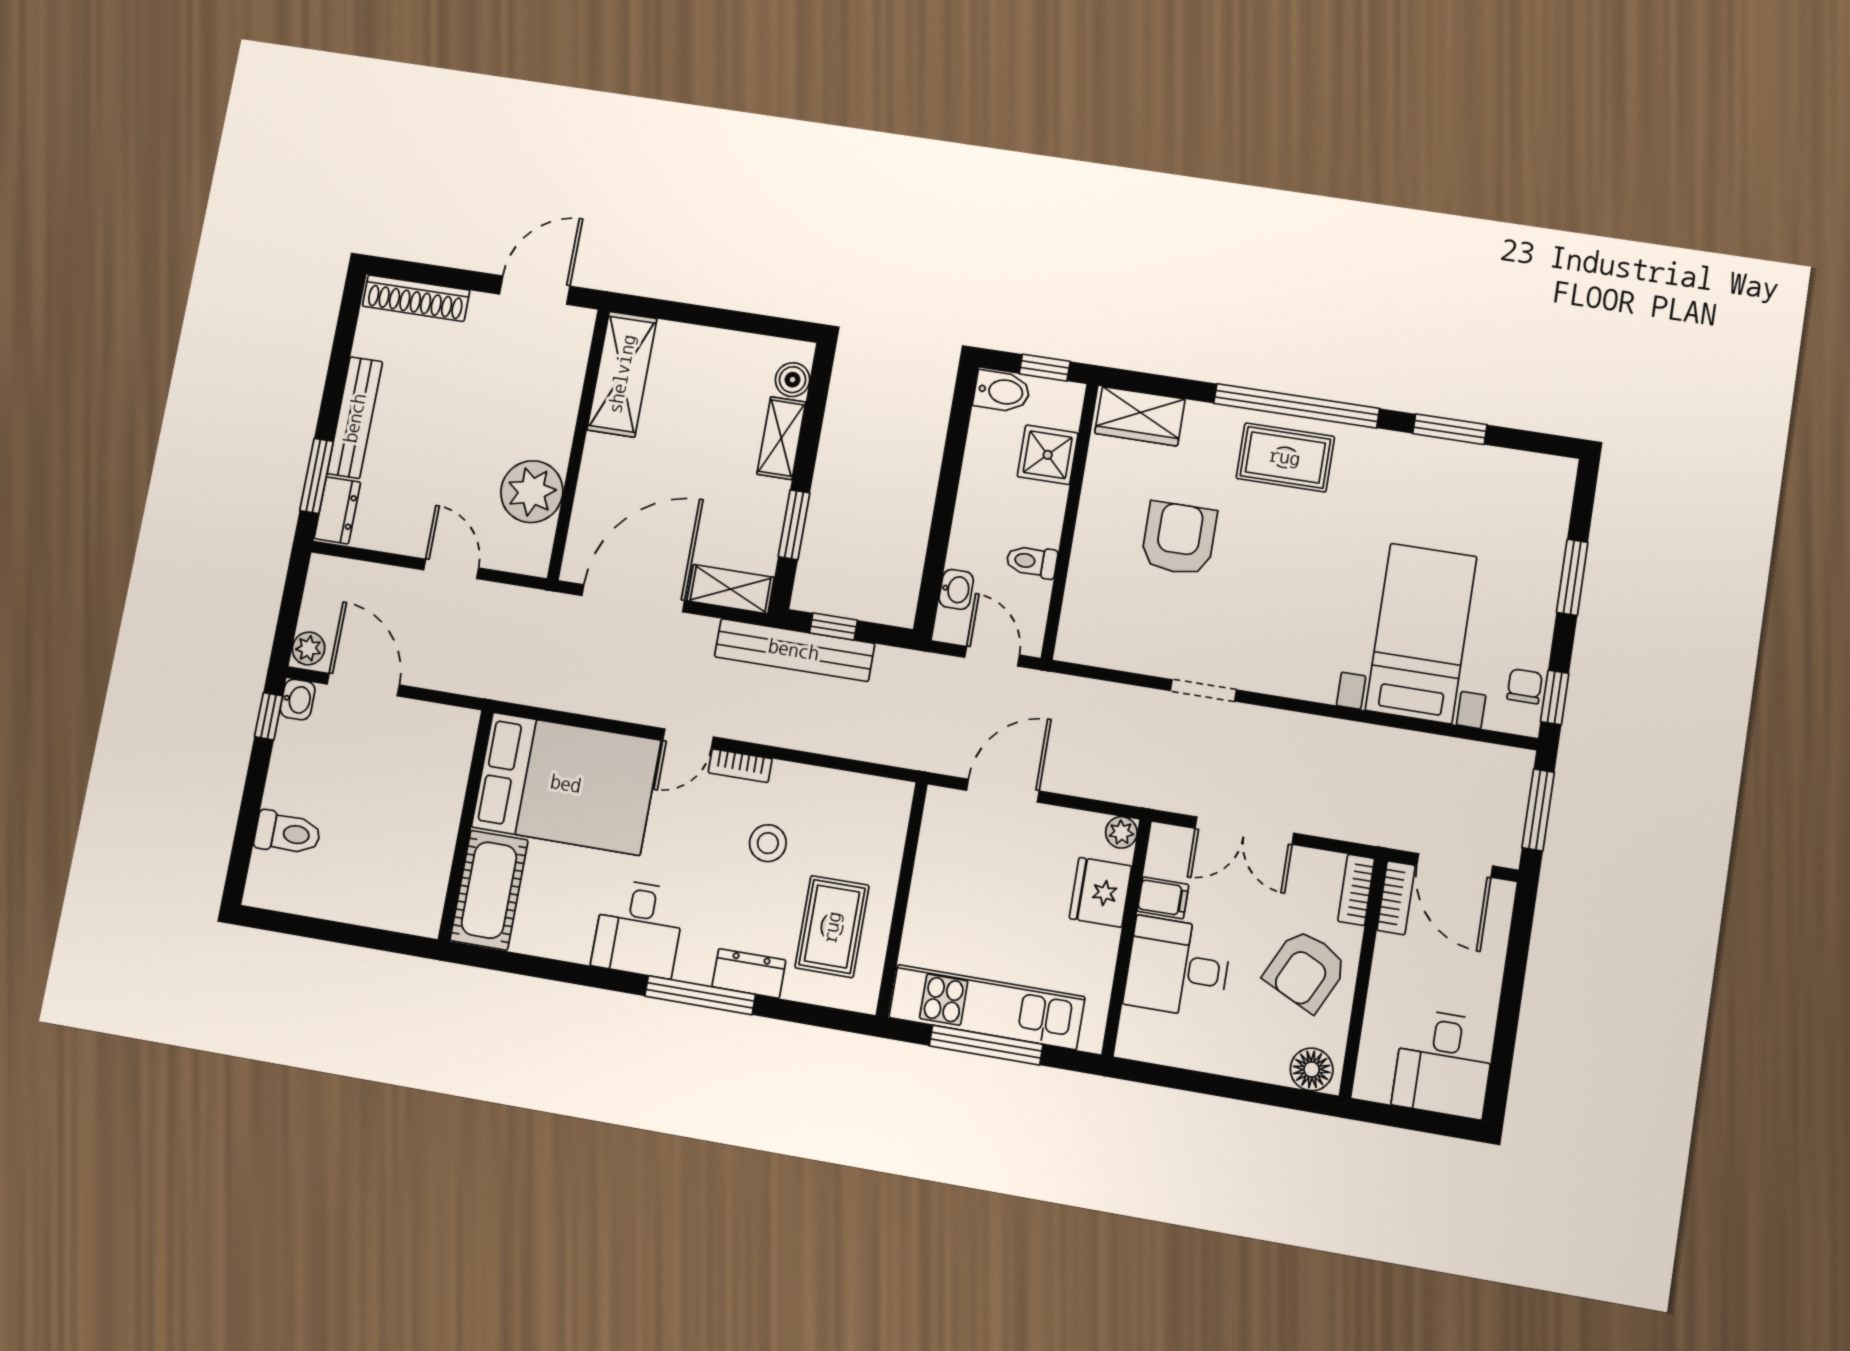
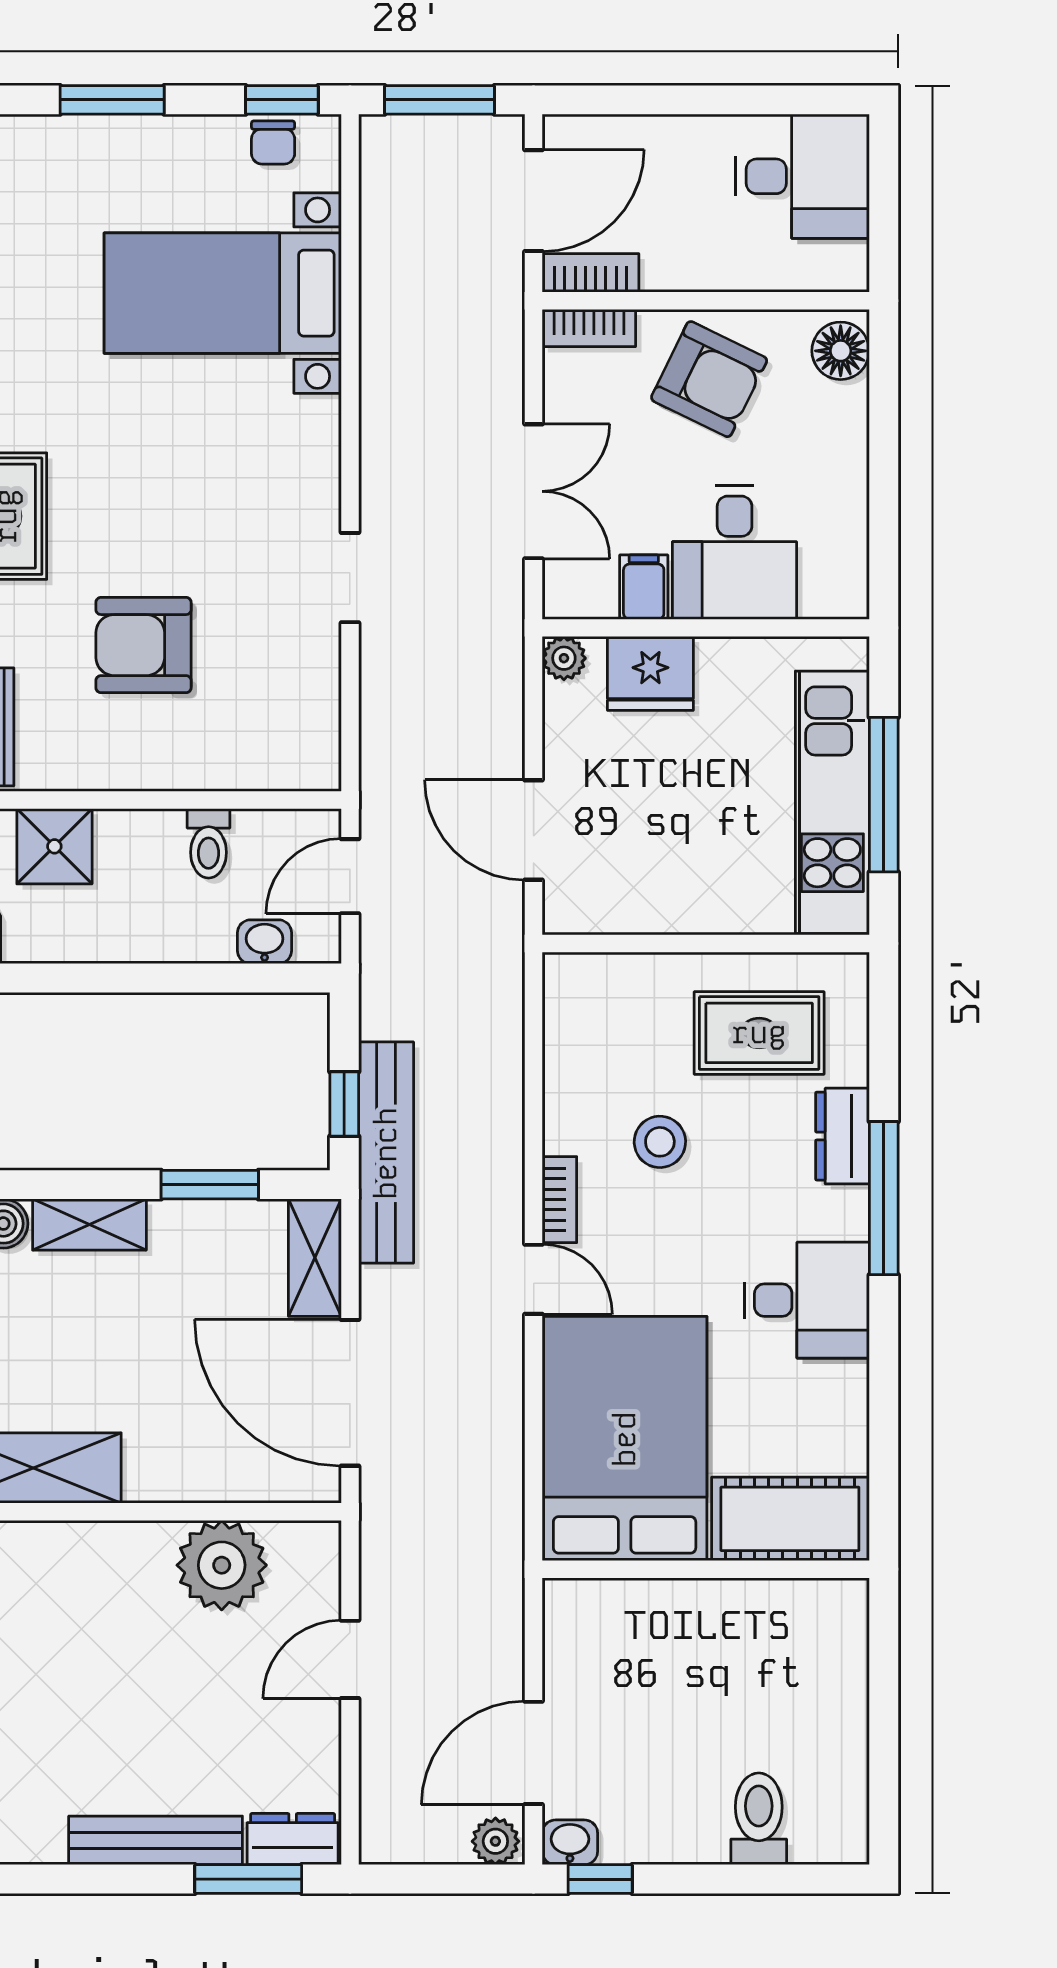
chair: (1525, 686) -> (273, 142), turned -90

